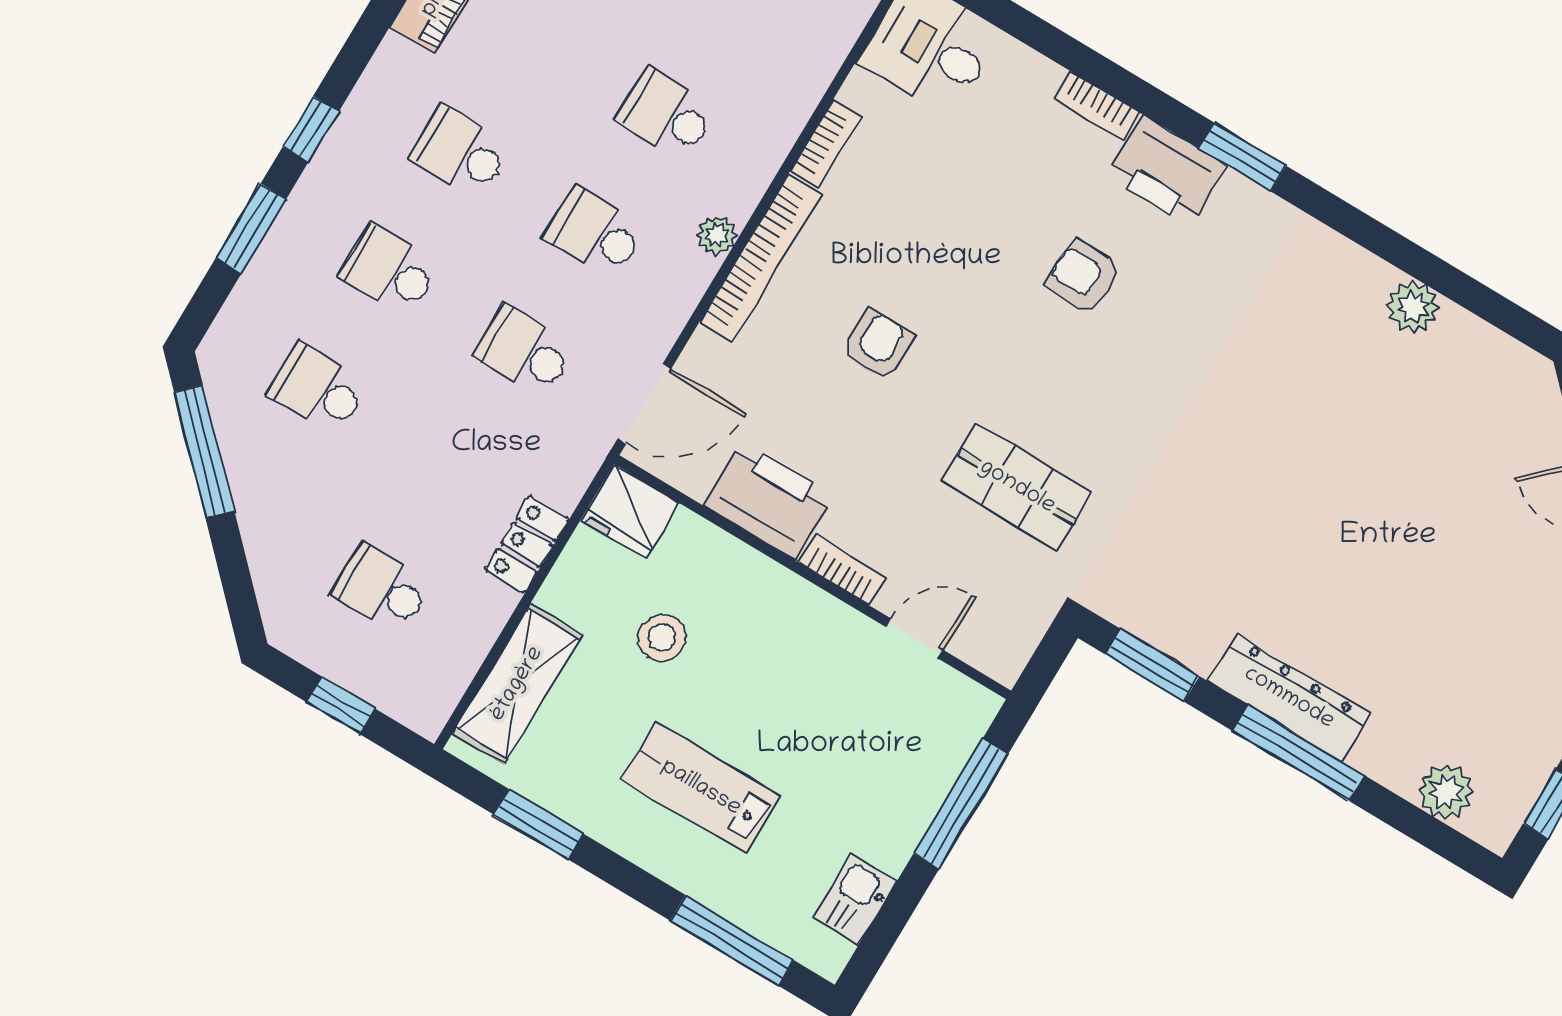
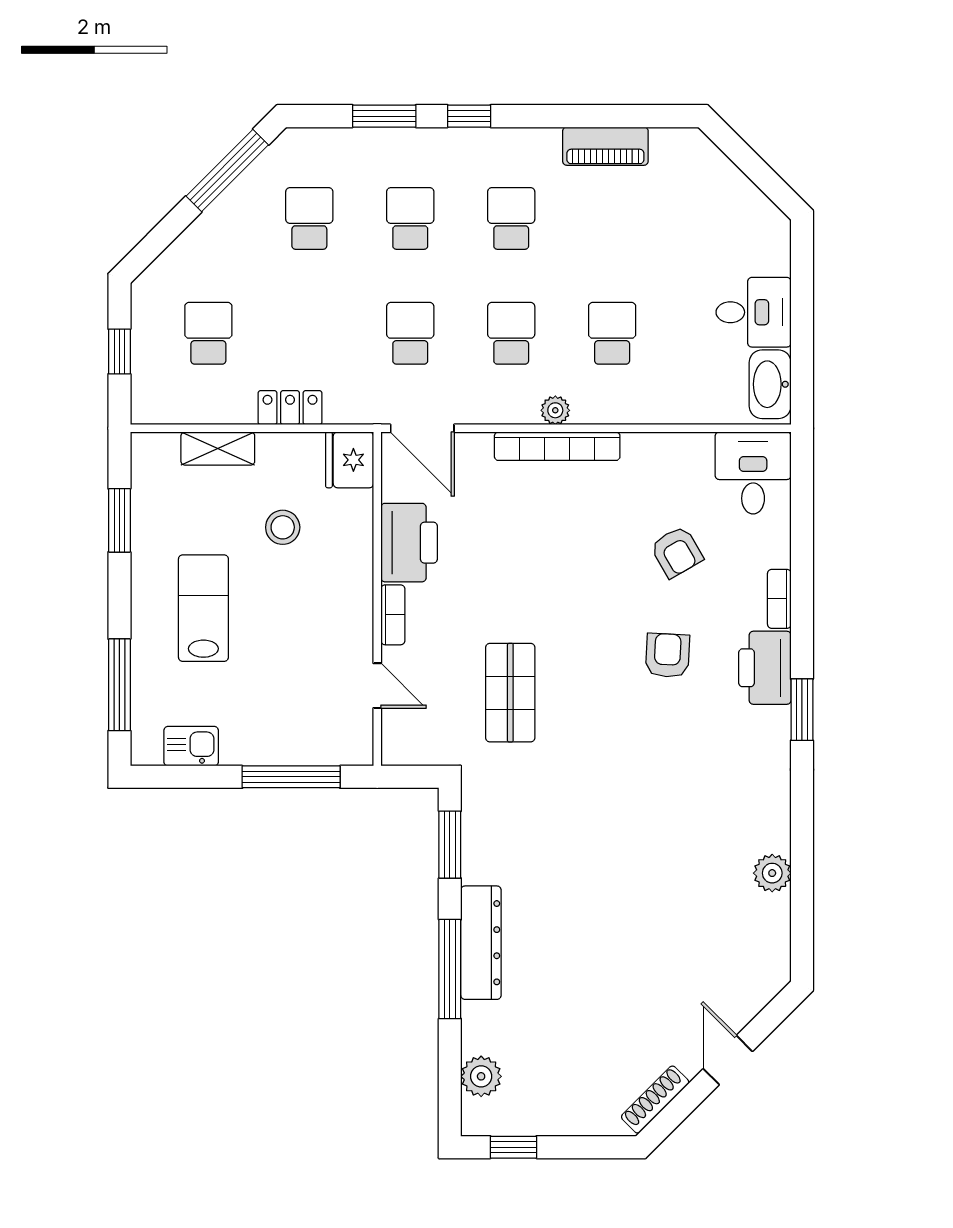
bookcase: (826, 144) -> (653, 444), removed
armchair: (878, 345) -> (677, 552), moved, turned 60
shelving: (517, 684) -> (218, 449), width x0.67, depth x0.75

